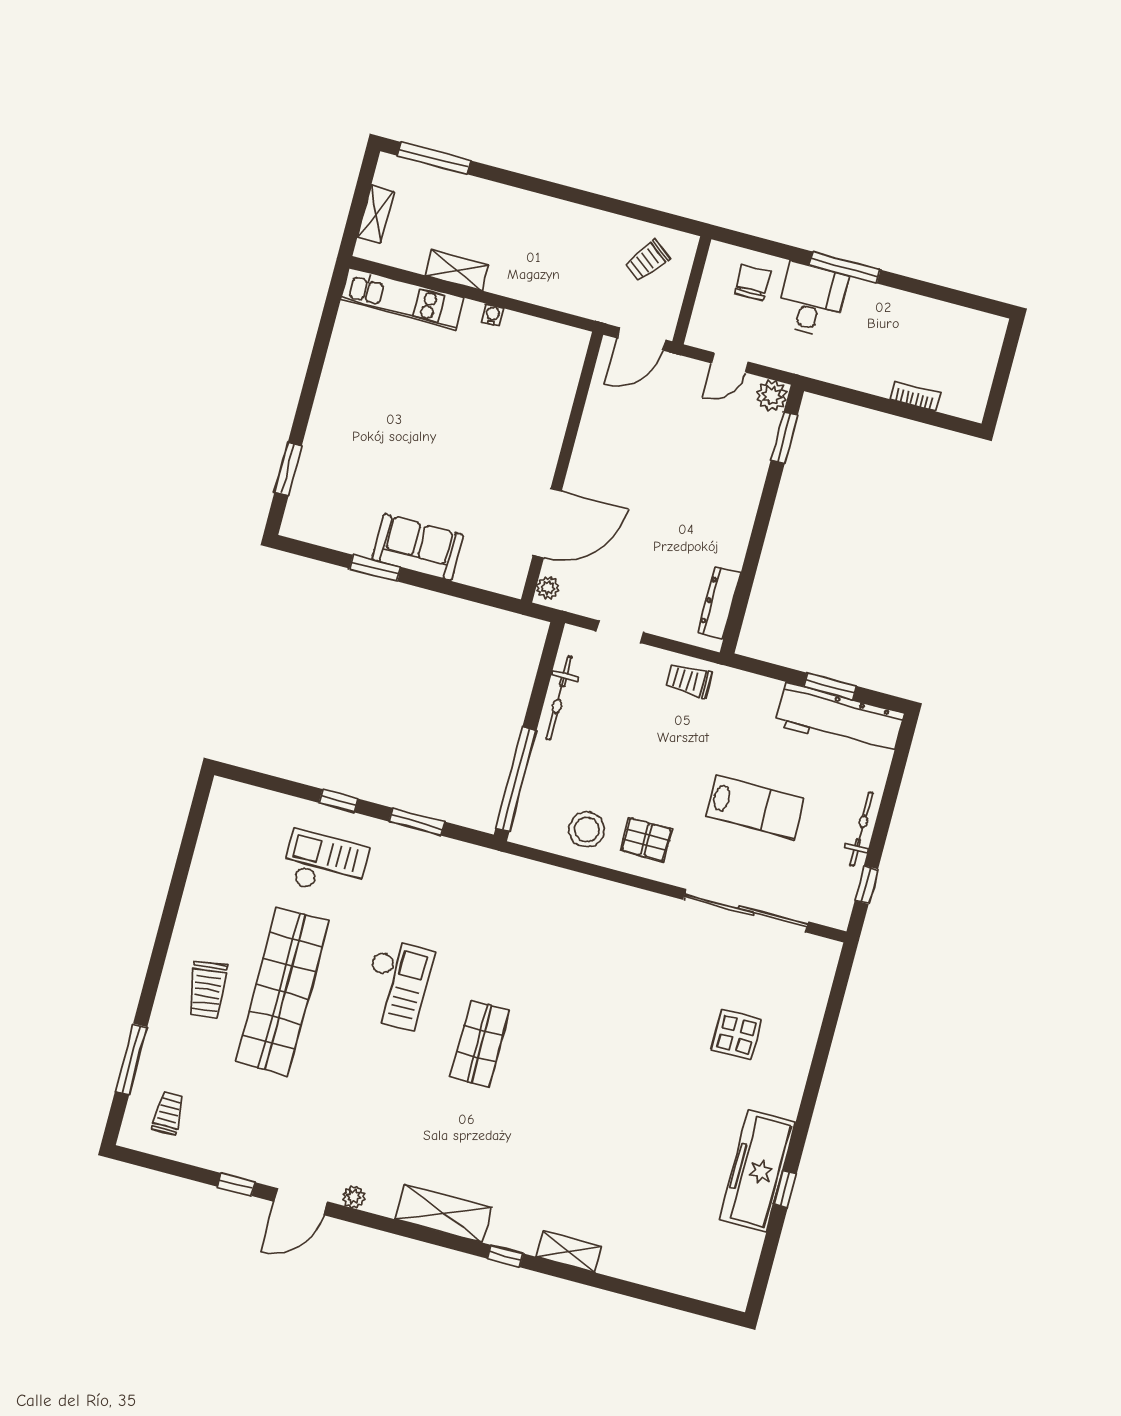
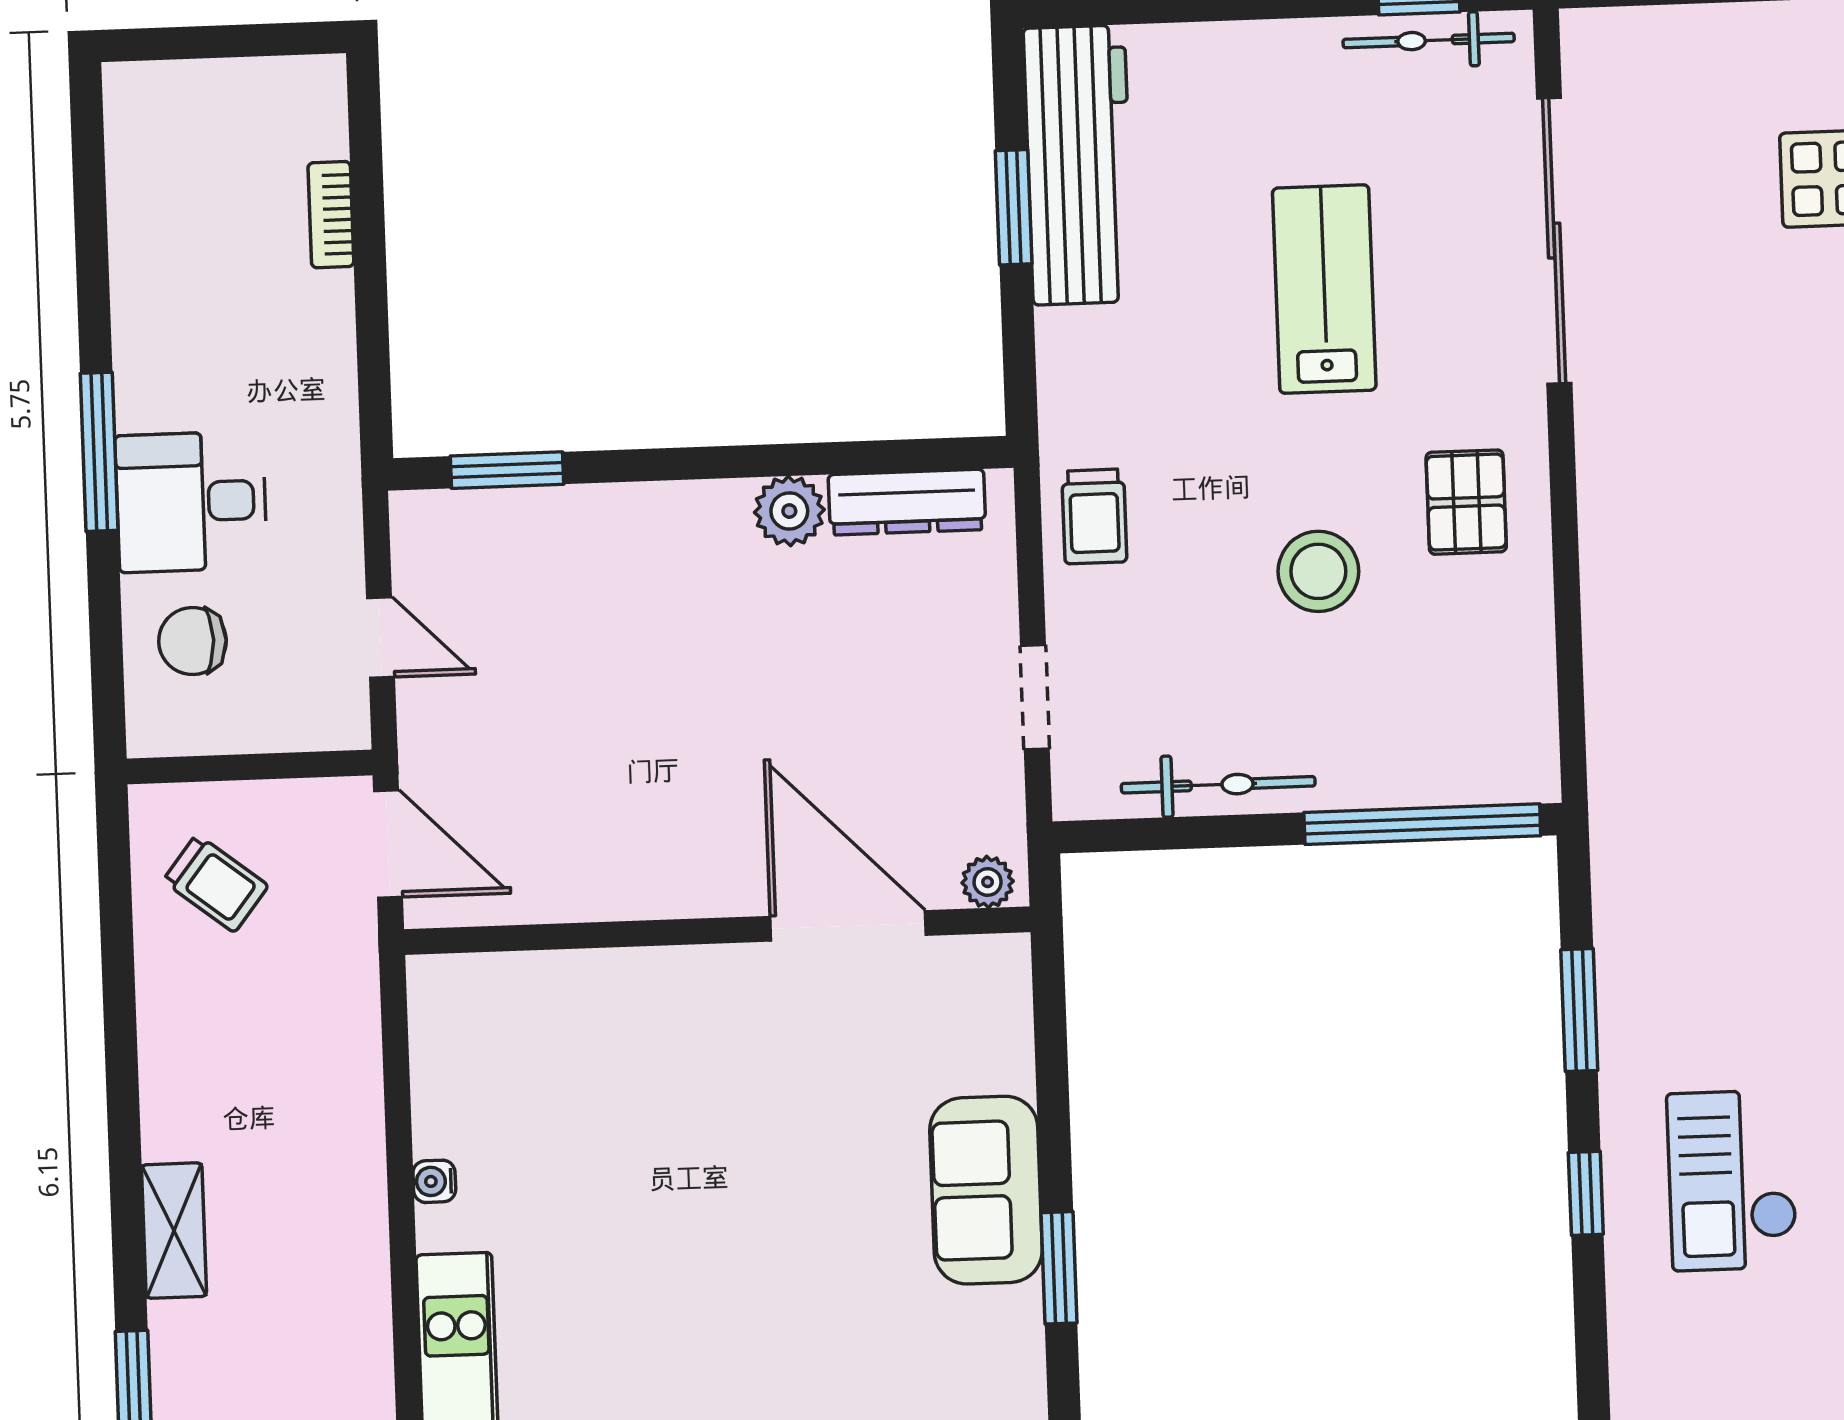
shelving: (457, 270) -> (174, 1231), moved
plant: (772, 396) -> (789, 511), moved
stool: (587, 829) -> (1318, 571), moved
bicycle: (861, 829) -> (1429, 40), moved

